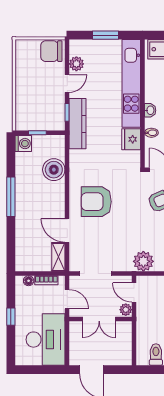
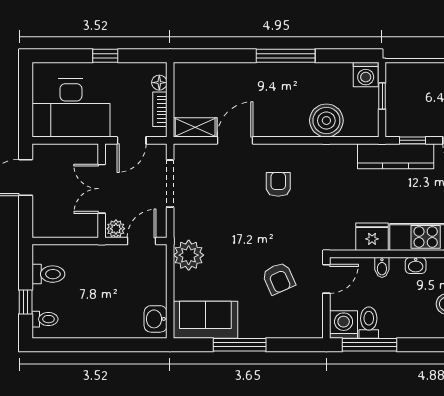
armchair: (96, 202) -> (278, 184), width x0.53, depth x0.53

